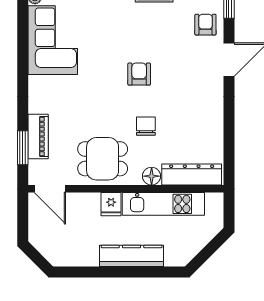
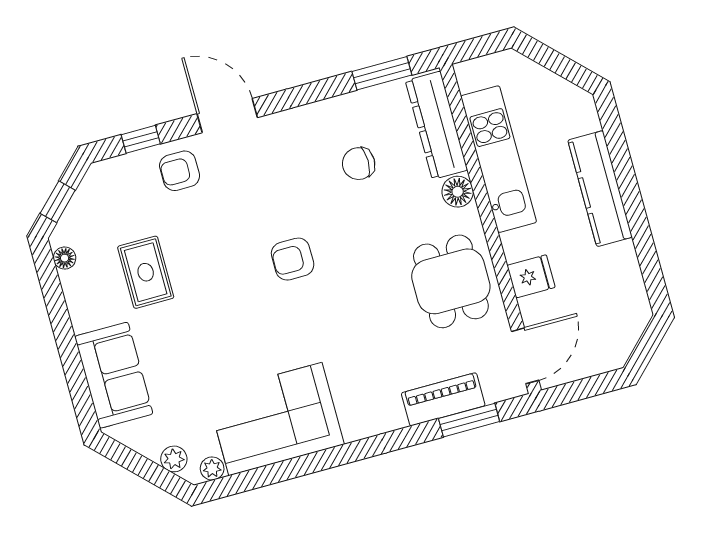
chair: (146, 126) -> (359, 164), moved
window: (229, 152) -> (382, 73), added
fridge: (111, 204) -> (531, 276), moved

